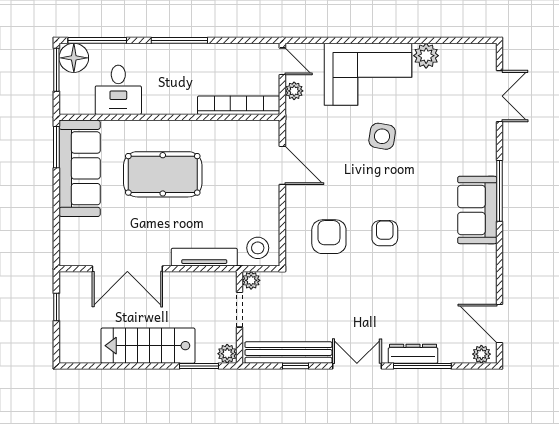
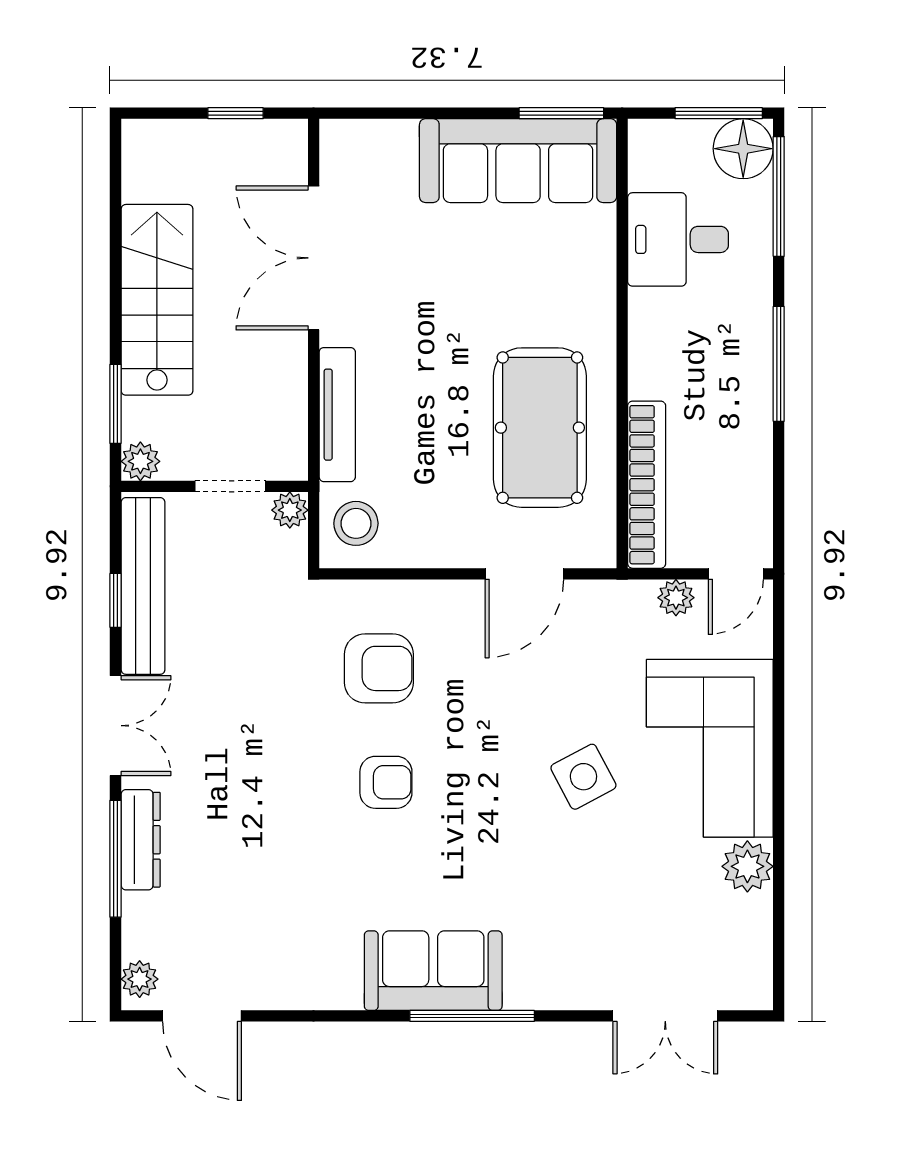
side table: (382, 136) -> (583, 777), turned -37
pool table: (163, 174) -> (540, 428), moved
door: (500, 324) -> (202, 1016), swing flipped

